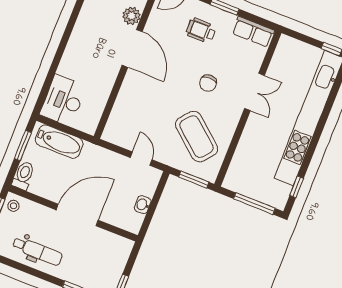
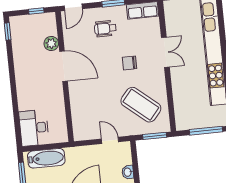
chair: (208, 83) -> (130, 63), turned 90

